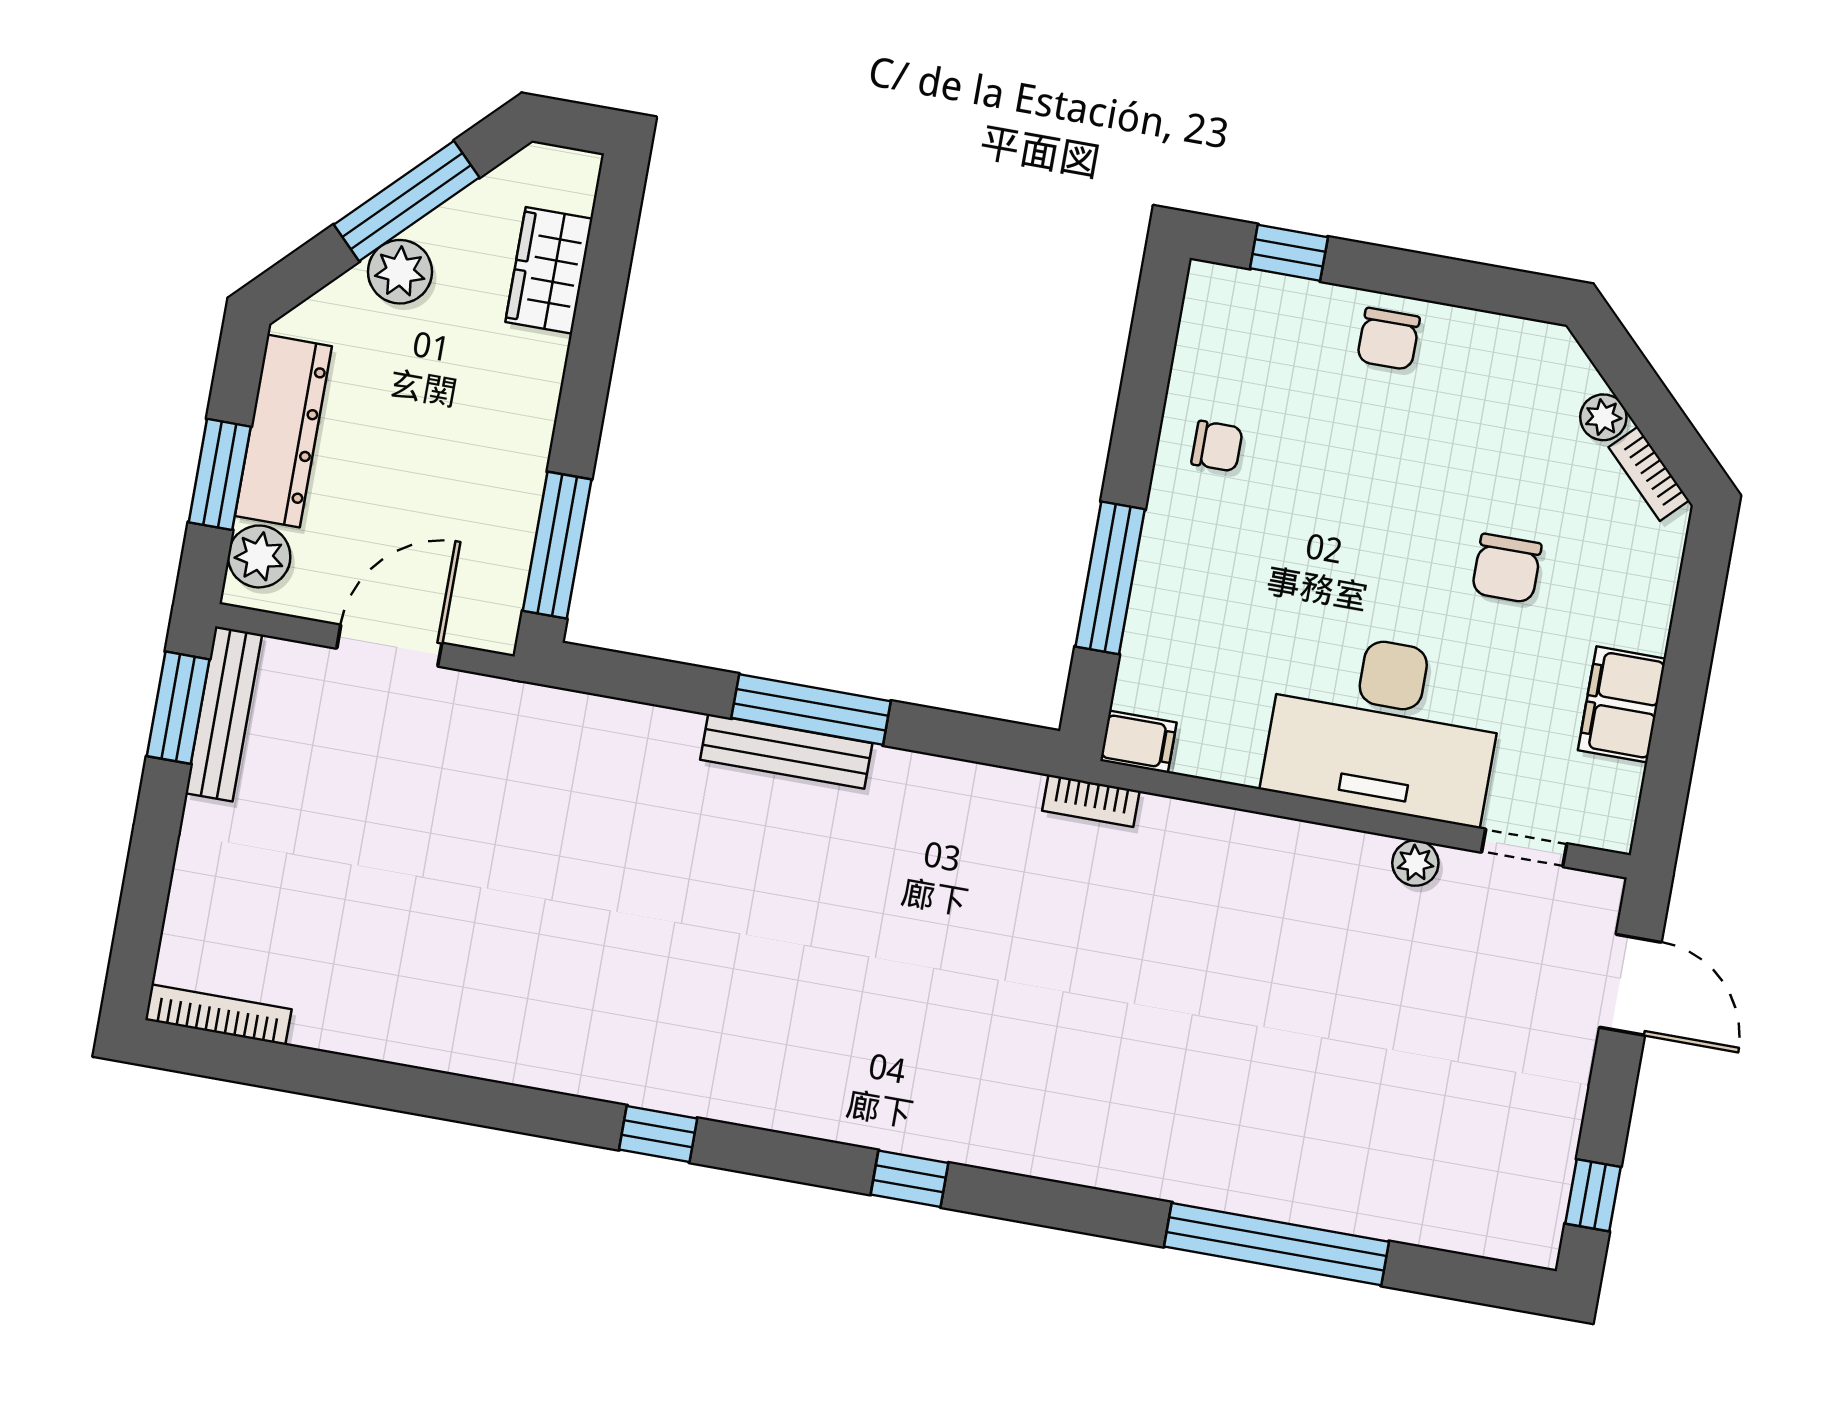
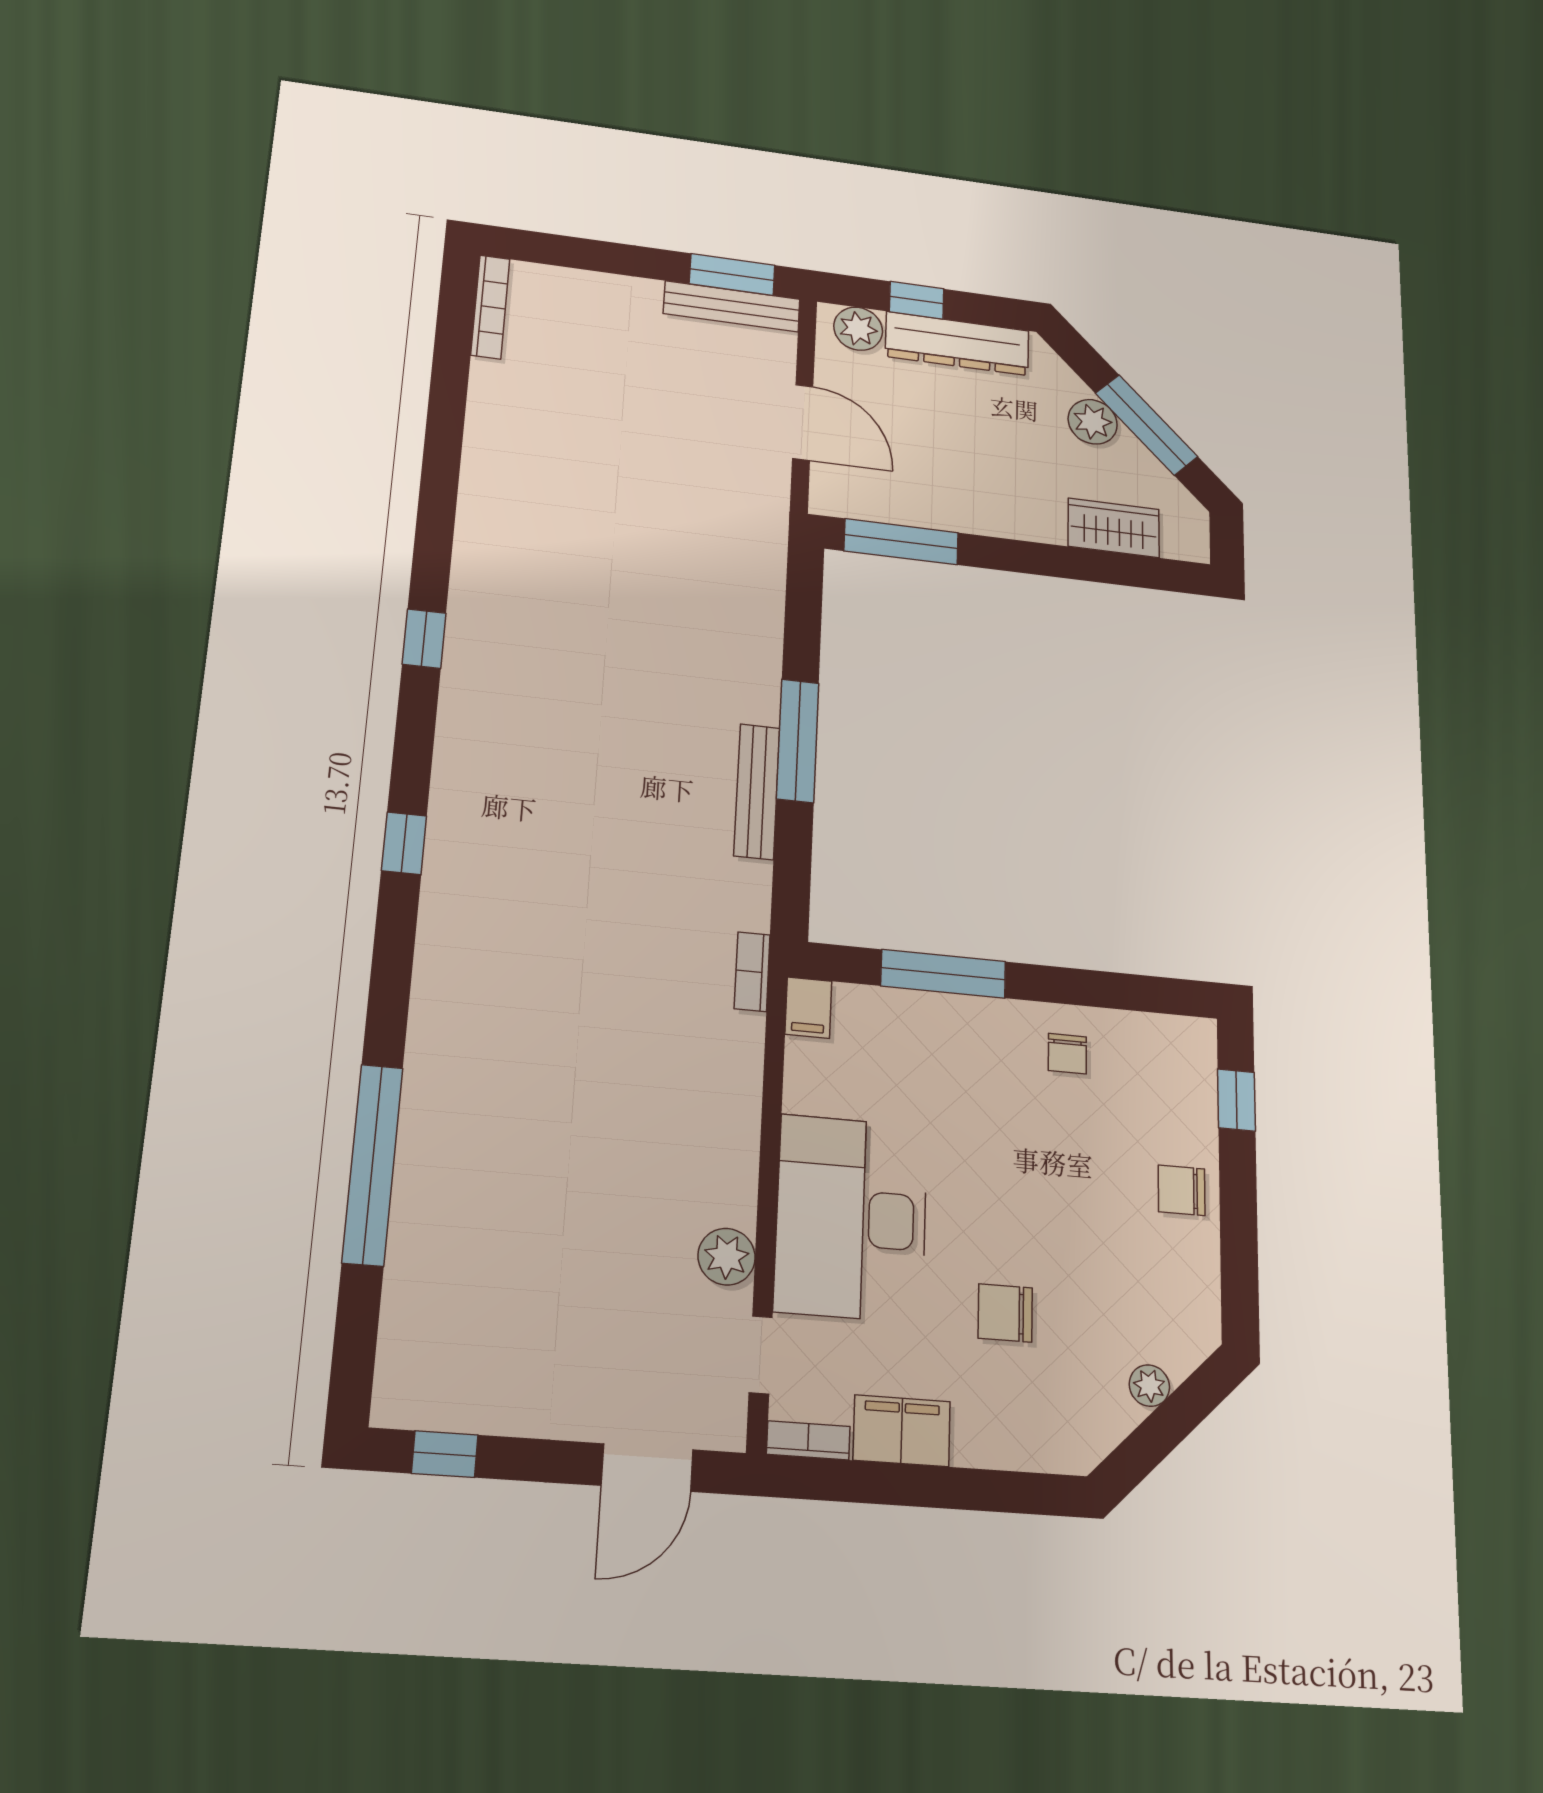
window: (220, 474) -> (917, 300), width x0.67
bookcase: (1649, 474) -> (808, 1440), moved, turned 45
bench: (786, 751) -> (757, 792), moved
plant: (1415, 863) -> (727, 1257), width x1.38, depth x1.38

